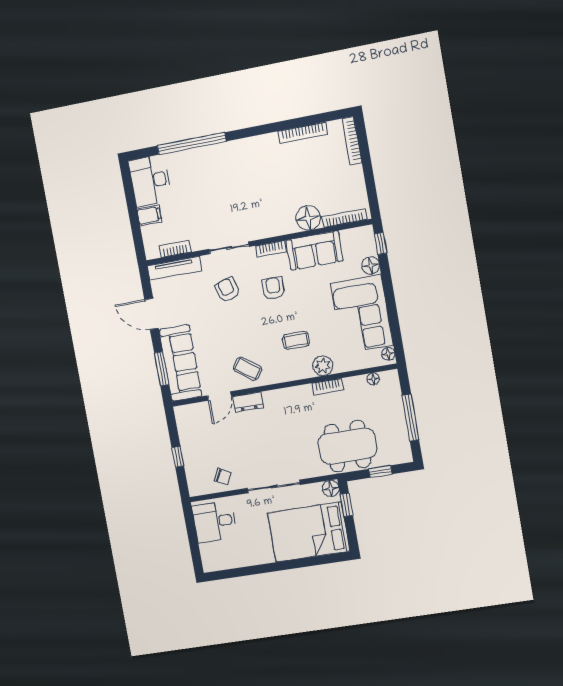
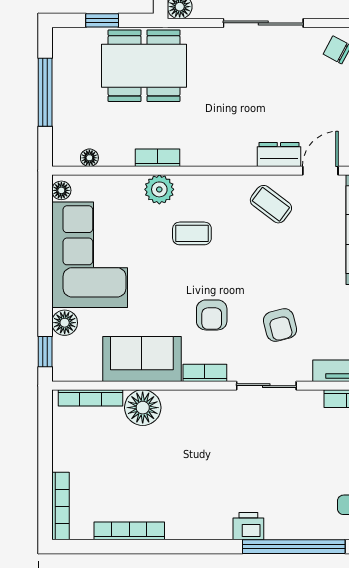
printer: (224, 152) -> (248, 526), added

